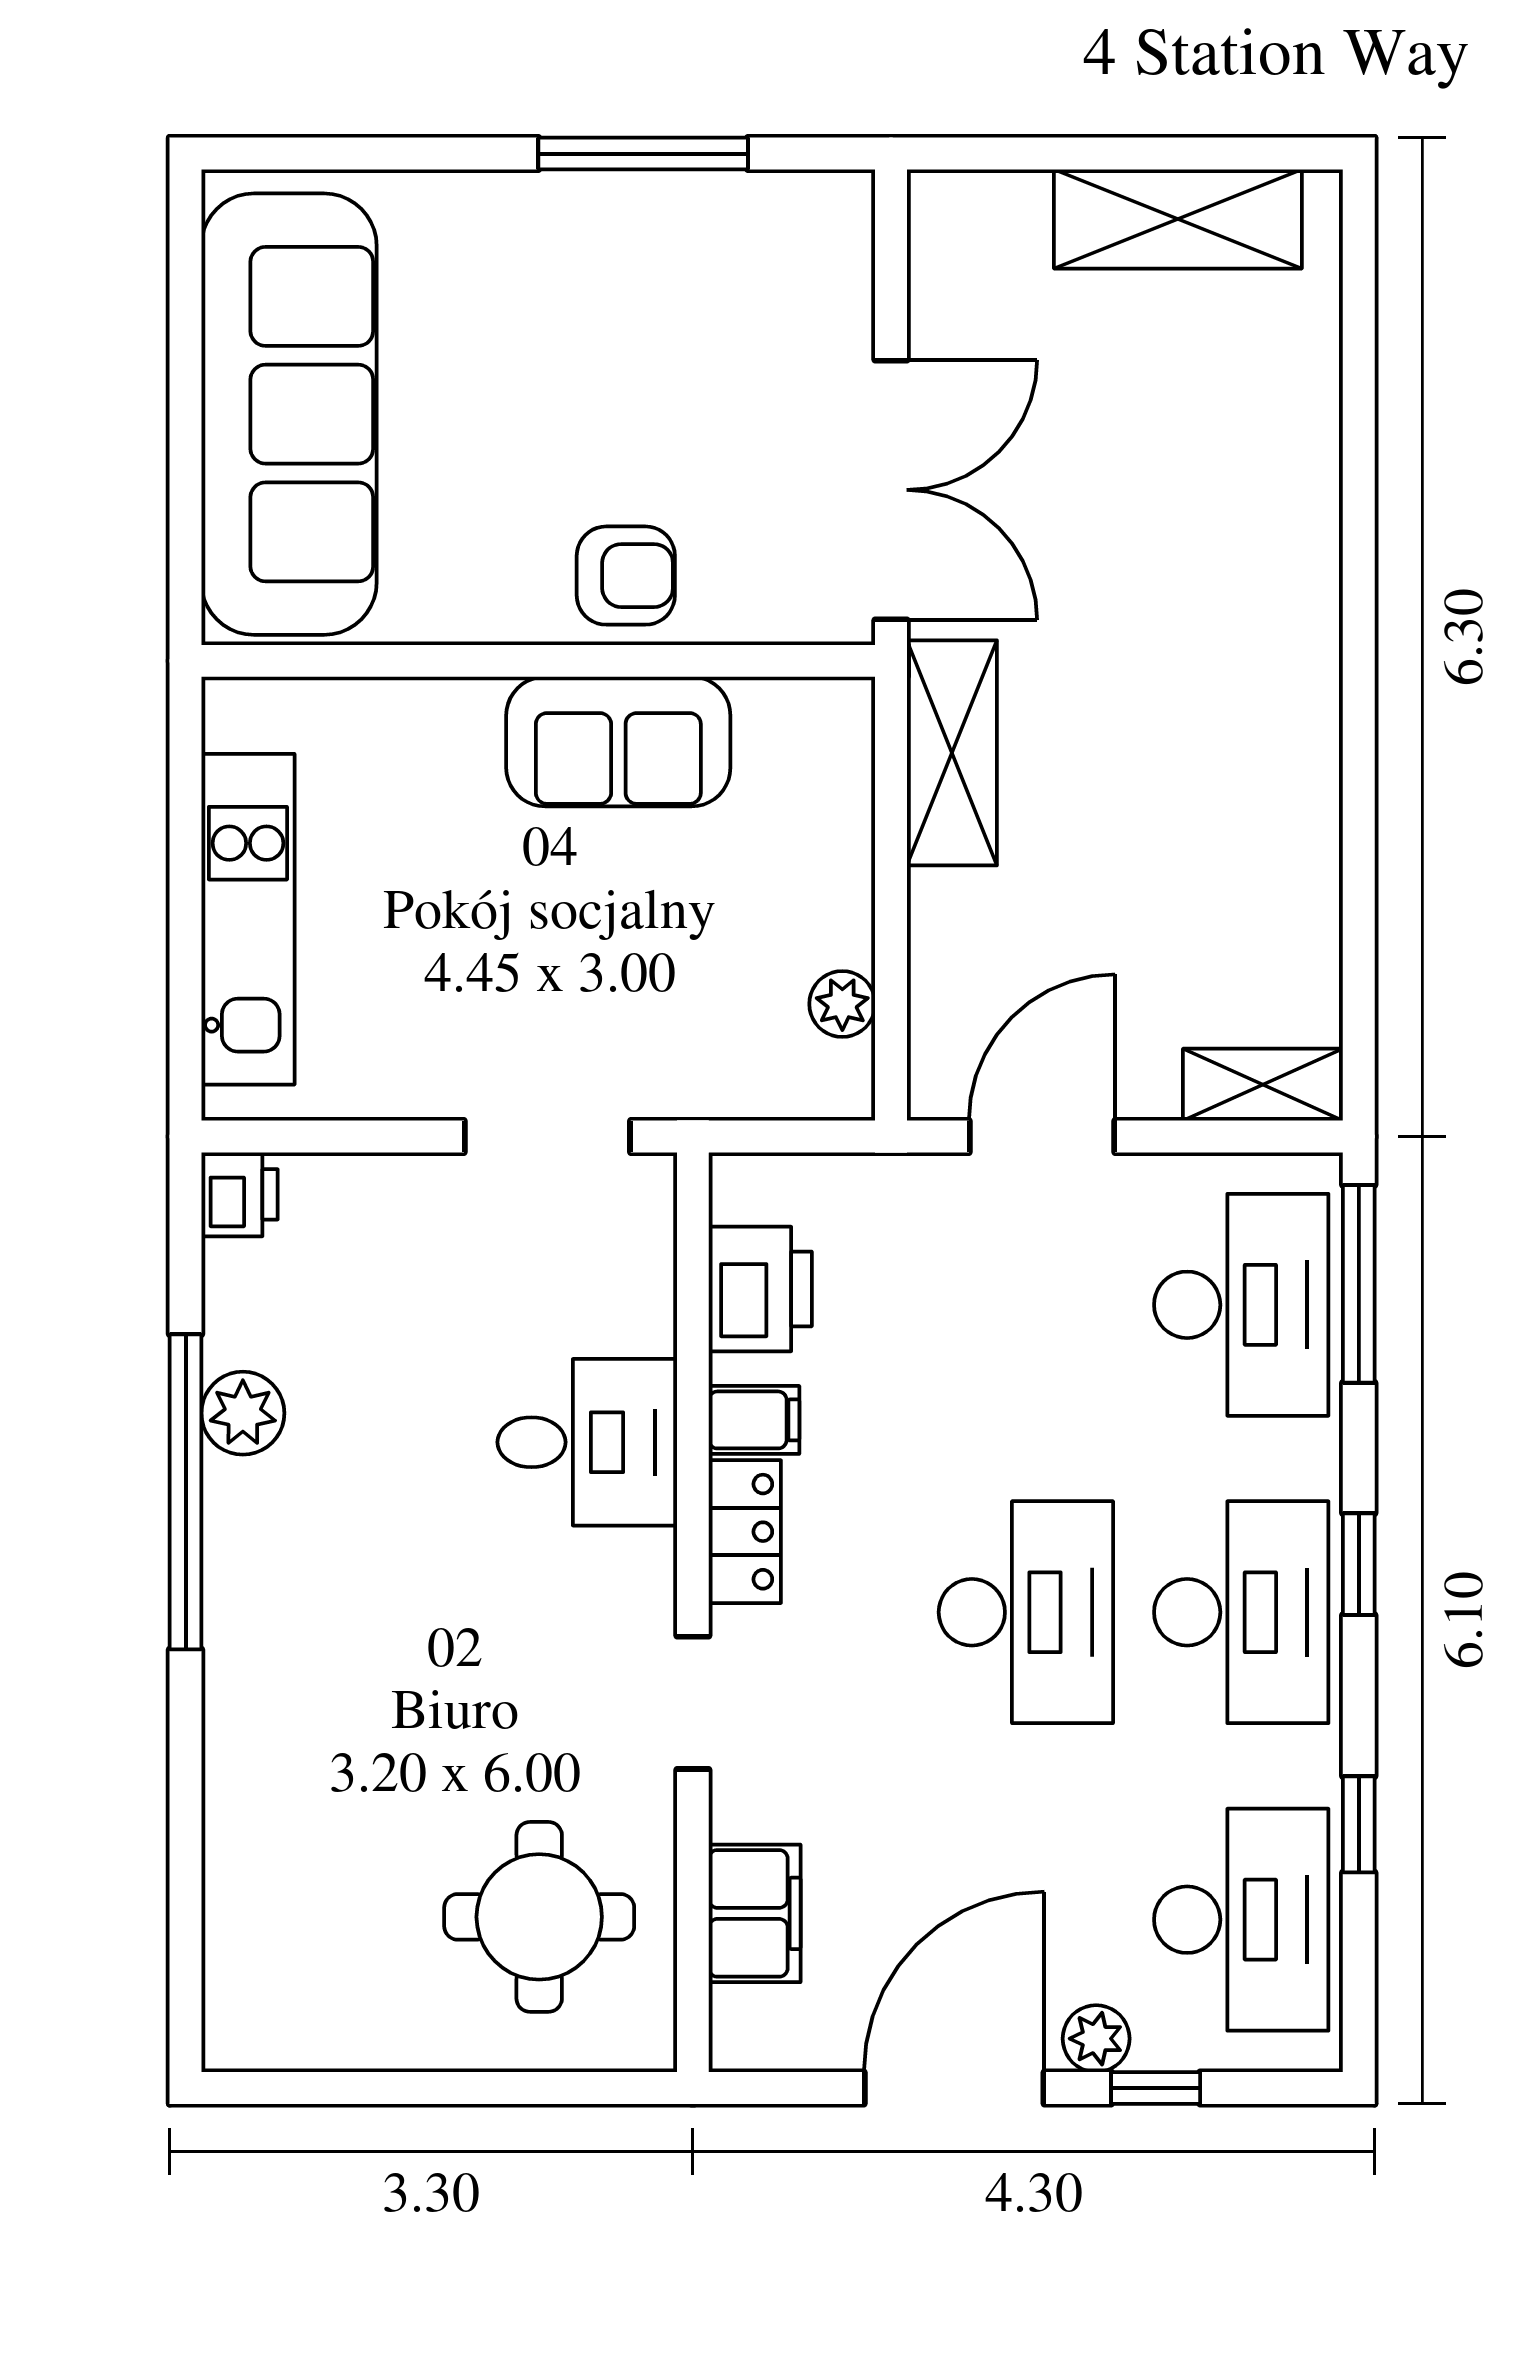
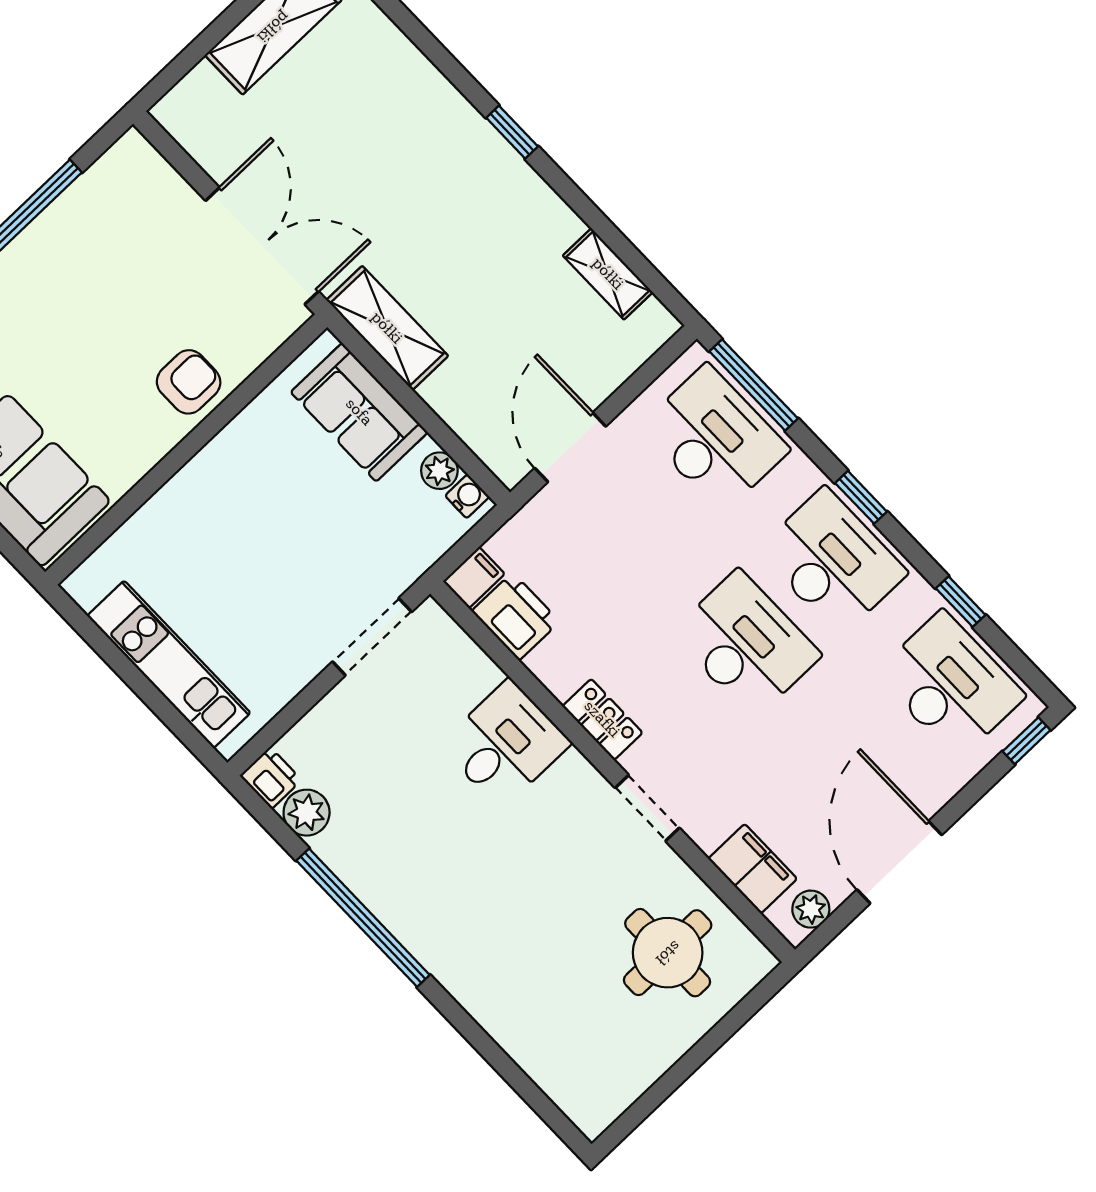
window: (1359, 653) -> (512, 132), added
sofa: (618, 742) -> (359, 412), moved, turned 90
water cooler: (847, 1072) -> (467, 496), added
shelving: (1263, 1085) -> (608, 274), moved, turned 90
plant: (243, 1413) -> (307, 813), moved
filing cabinet: (754, 1420) -> (474, 578), moved
plant: (1096, 2039) -> (811, 909), moved
window: (1156, 2088) -> (1027, 741), moved

